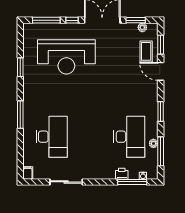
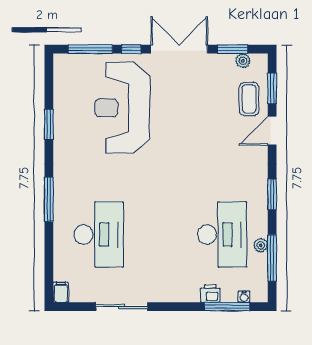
reception desk: (66, 57) -> (122, 108), turned 90
door: (161, 71) -> (272, 131), hinge flipped

